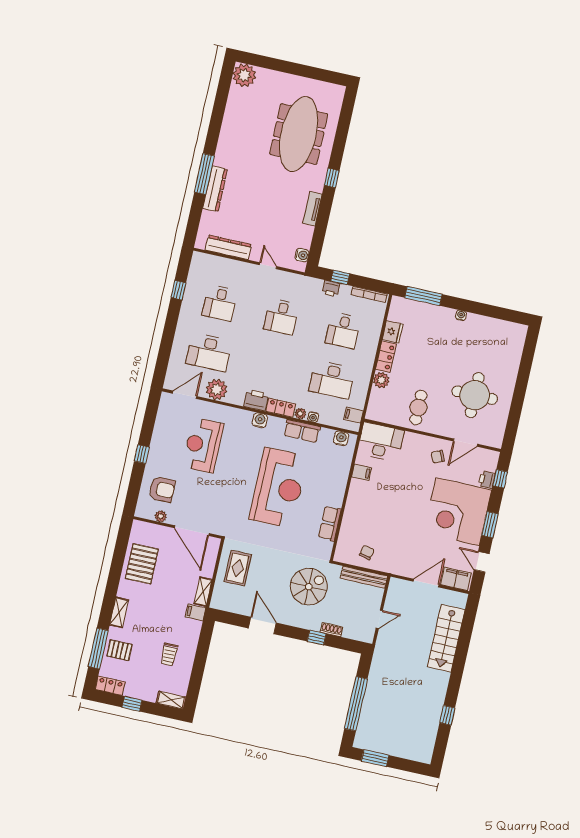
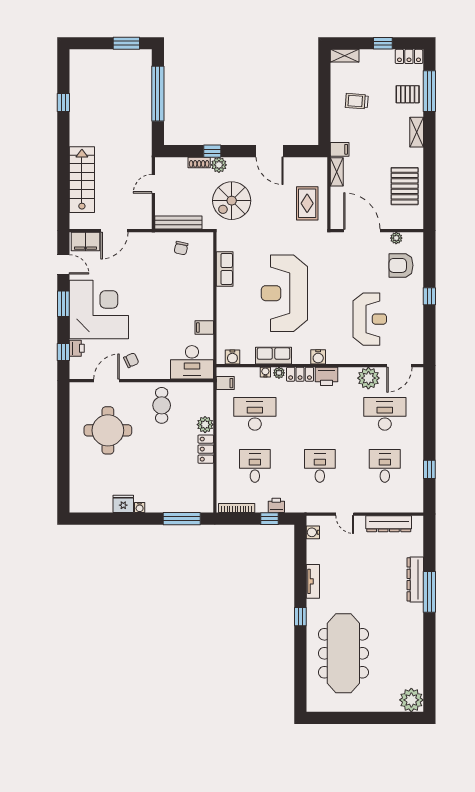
fridge: (393, 332) -> (123, 504), moved, turned 90
plant: (313, 623) -> (219, 165), added
trolley: (169, 654) -> (357, 101), turned -86

